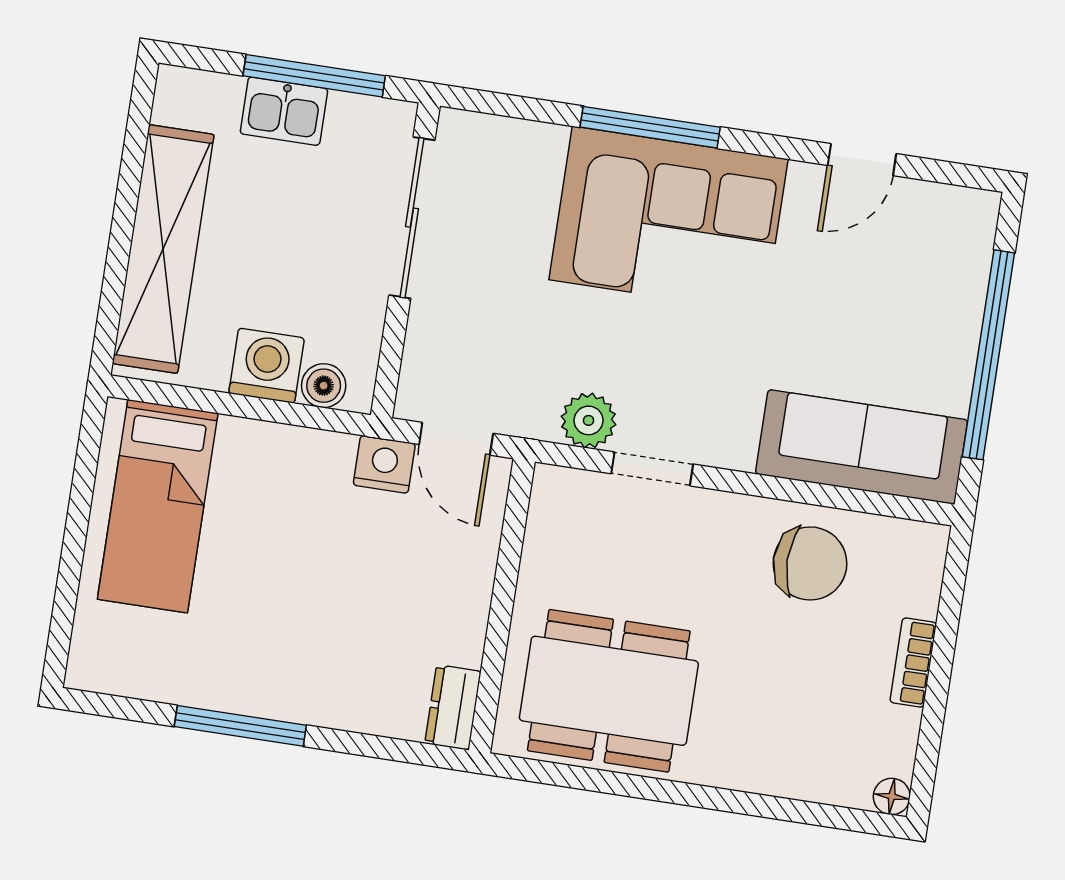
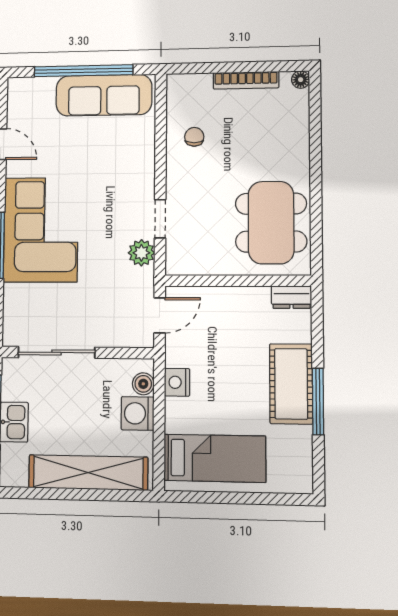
sofa: (862, 447) -> (104, 95), moved, turned -90
nightstand: (384, 464) -> (177, 382), moved
chair: (810, 563) -> (194, 137), width x0.54, depth x0.54
bookcase: (913, 663) -> (246, 80), width x1.56
cot: (282, 679) -> (291, 384), added

